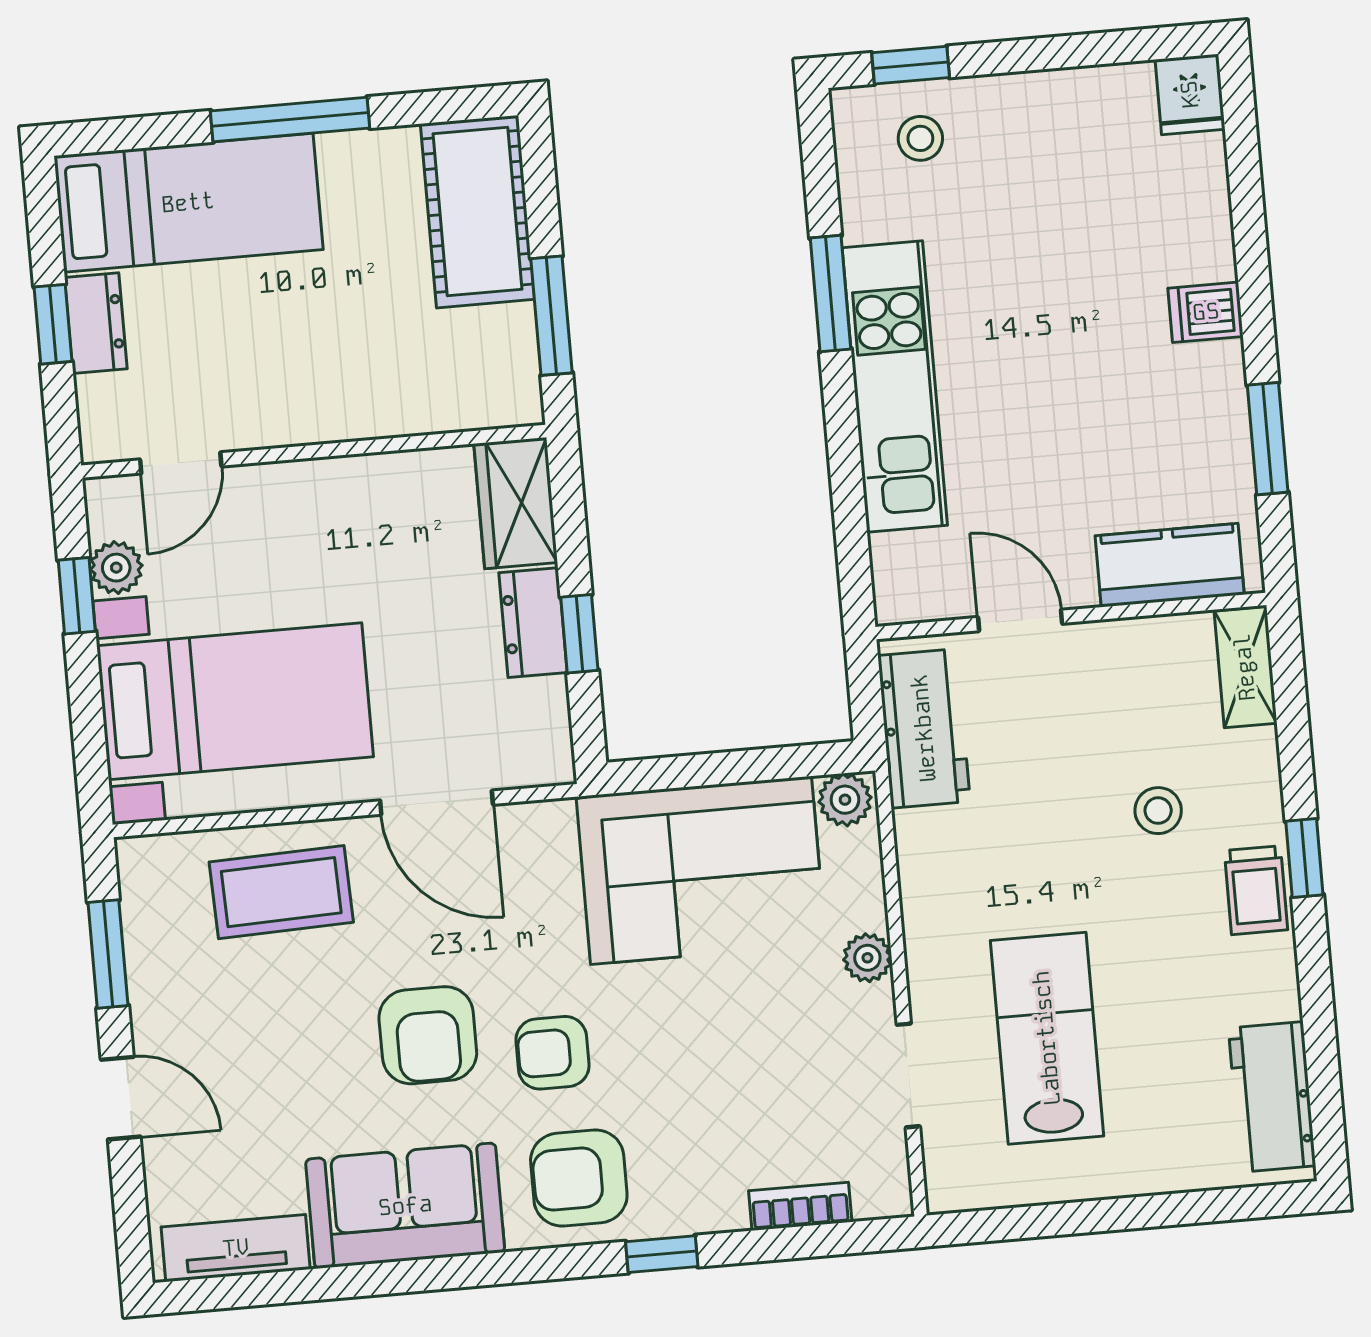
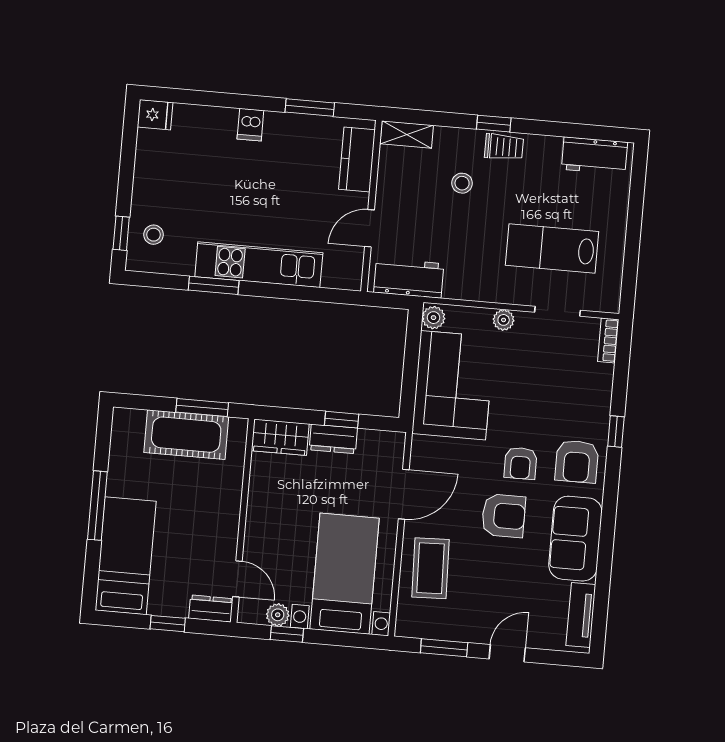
cot: (477, 212) -> (186, 435), moved
dresser: (96, 323) -> (211, 609), moved
bookcase: (800, 1206) -> (608, 340), moved

